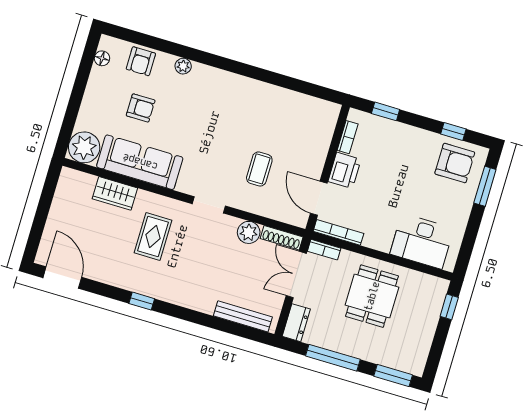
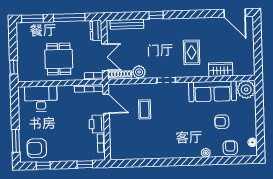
window: (142, 301) -> (156, 15), moved

